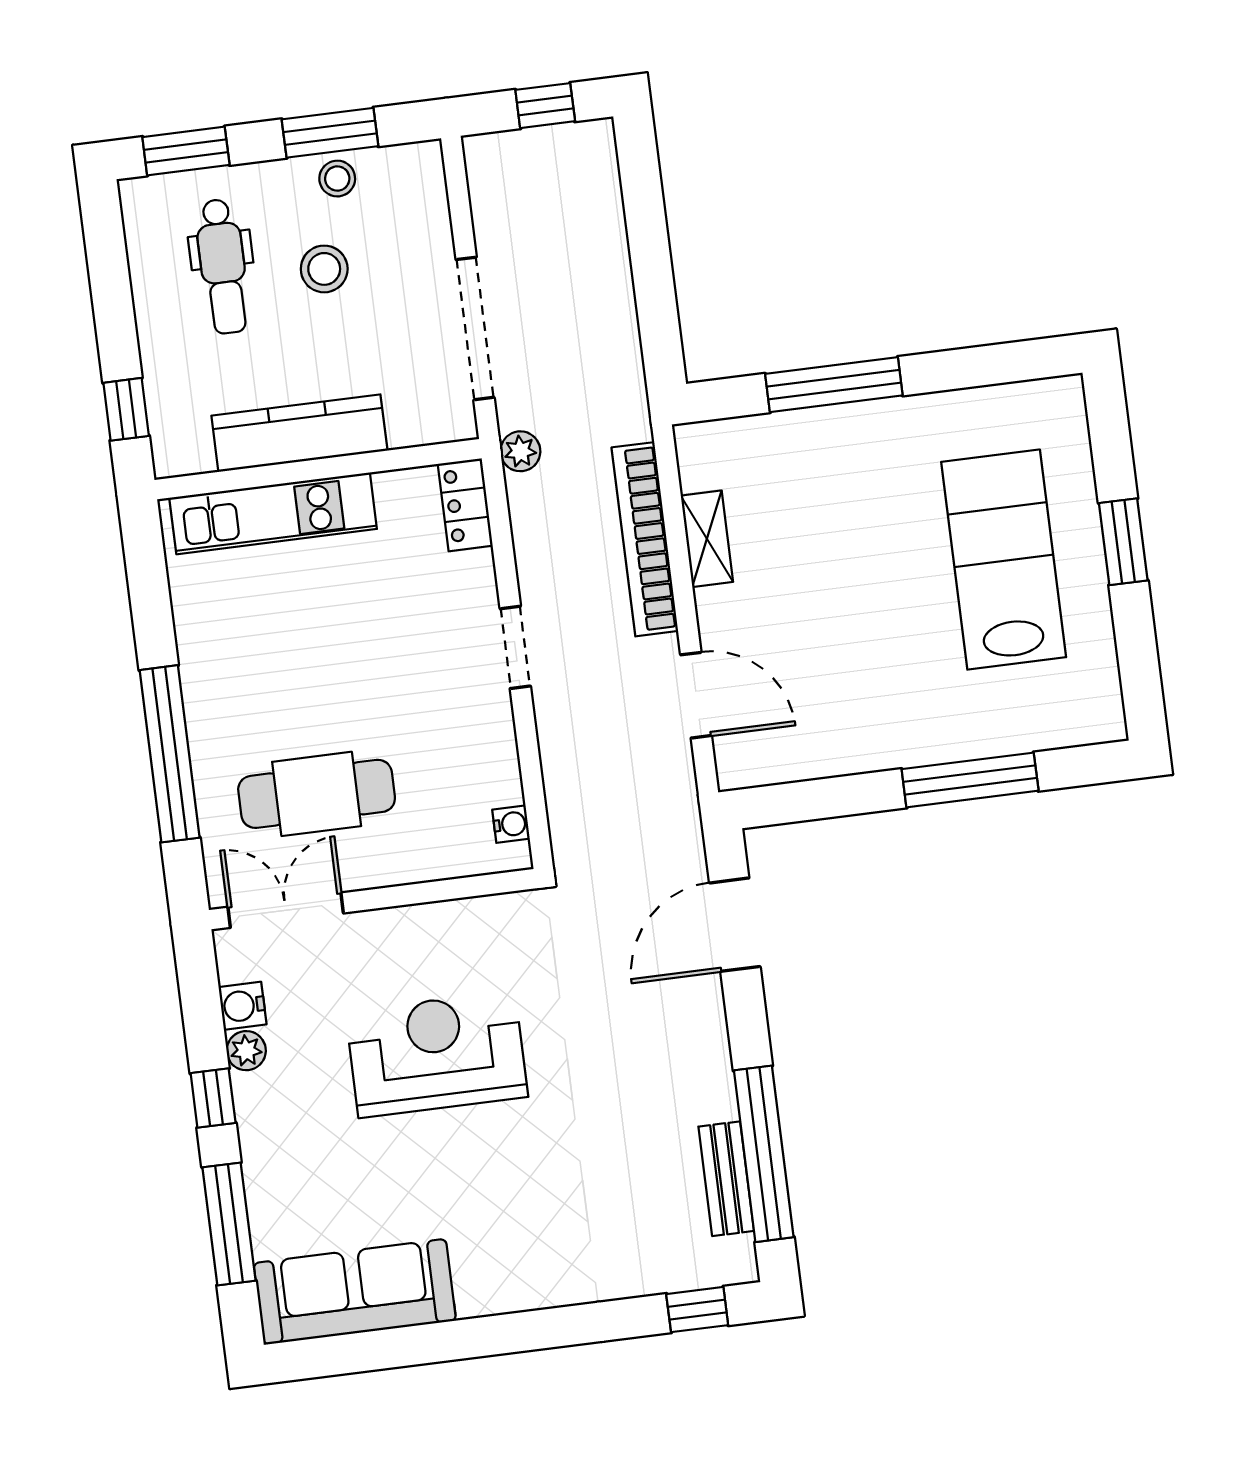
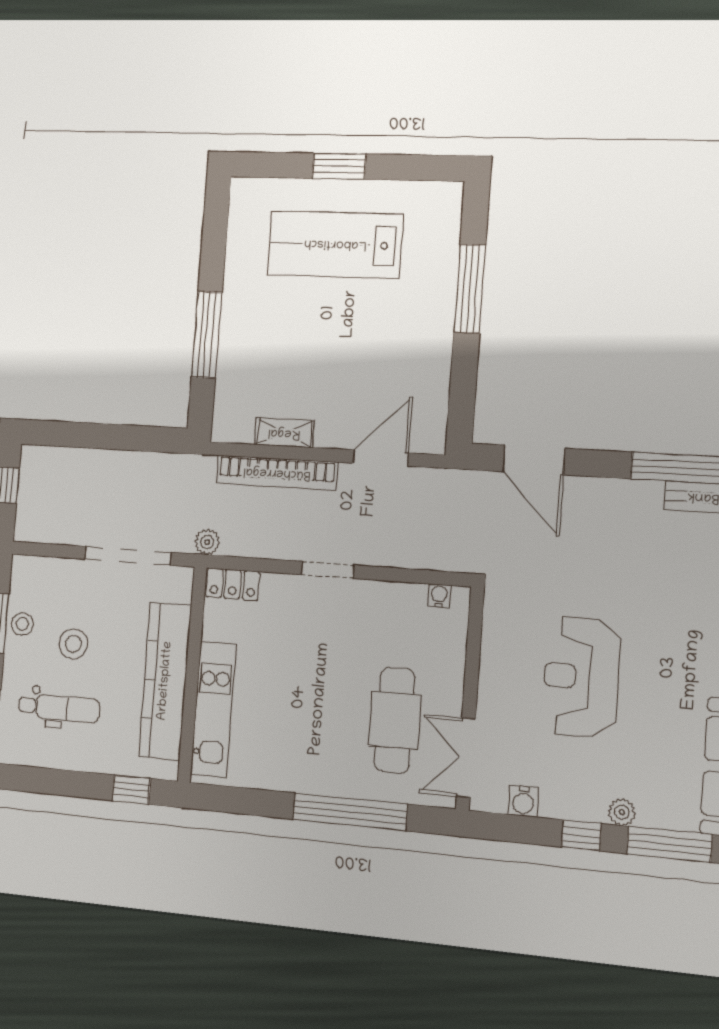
kitchen counter: (299, 433) -> (165, 681), width x1.39, depth x1.17
plant: (246, 1051) -> (622, 812), moved

